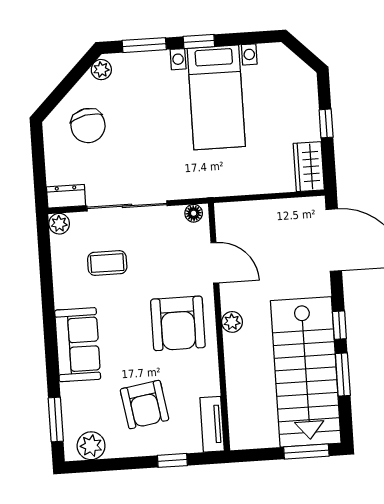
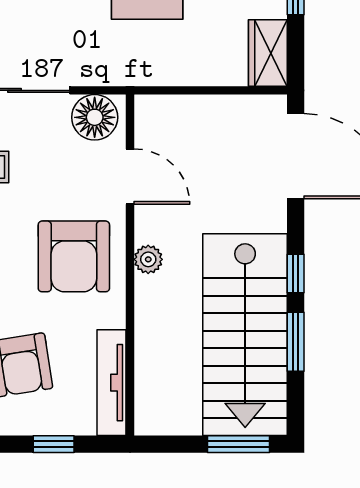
floor lamp: (194, 213) -> (95, 117), width x1.89, depth x1.89
tv unit: (212, 424) -> (112, 383), width x1.41

